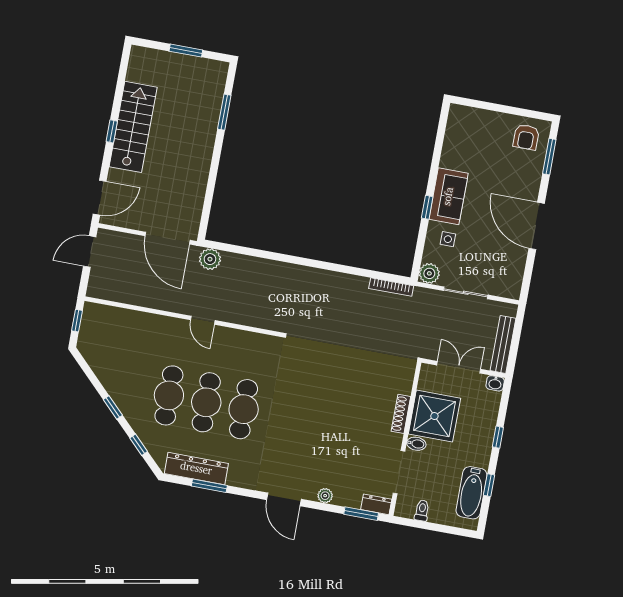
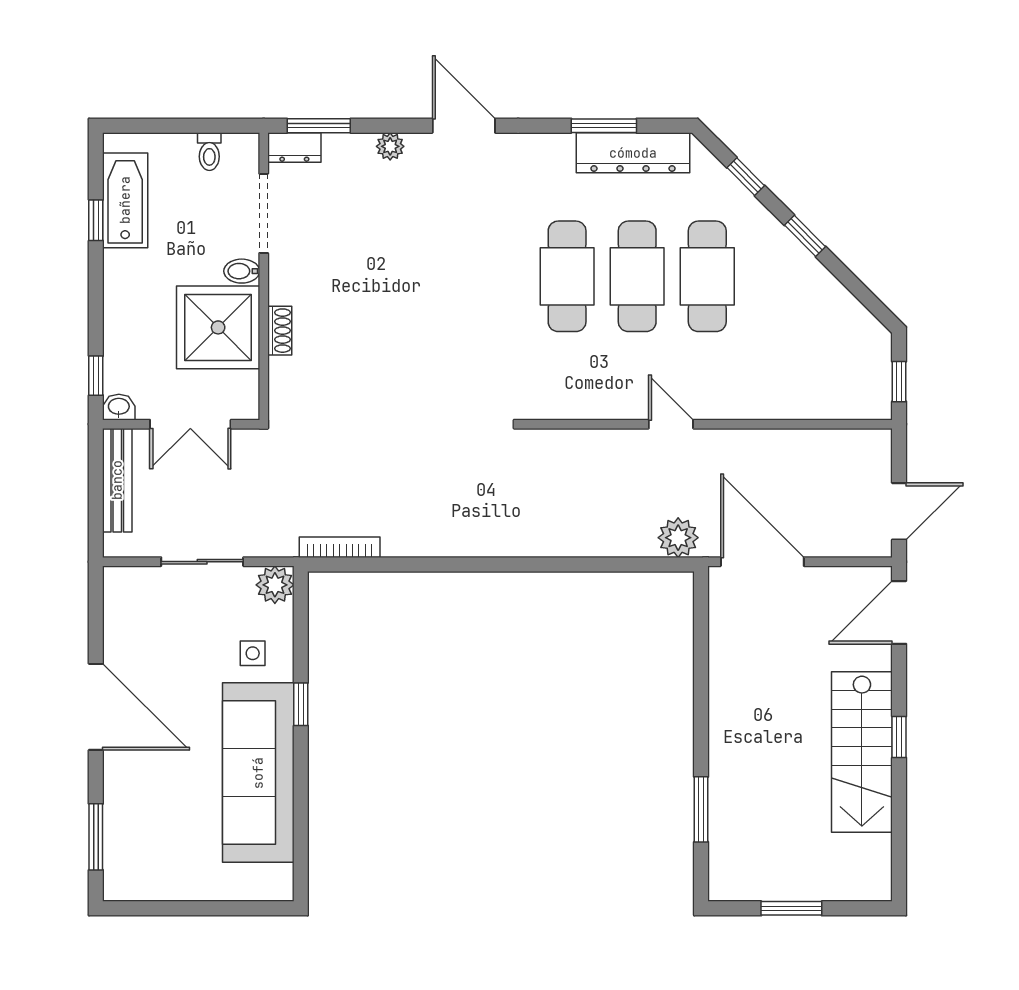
armchair: (526, 137) -> (145, 865), removed
sofa: (448, 196) -> (258, 773), width x1.85, depth x1.27
shoe rack: (401, 414) -> (280, 331), width x0.70
window: (498, 437) -> (96, 376), moved

